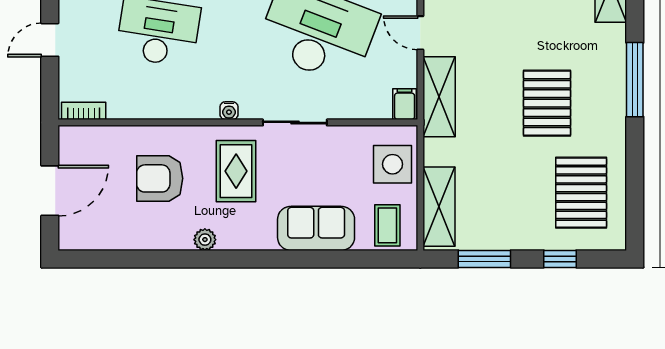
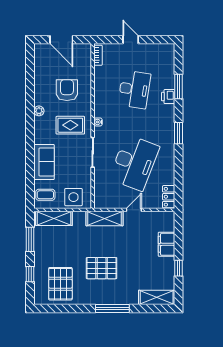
filing cabinet: (405, 104) -> (101, 203), removed
pallet: (581, 193) -> (60, 284), turned 90

